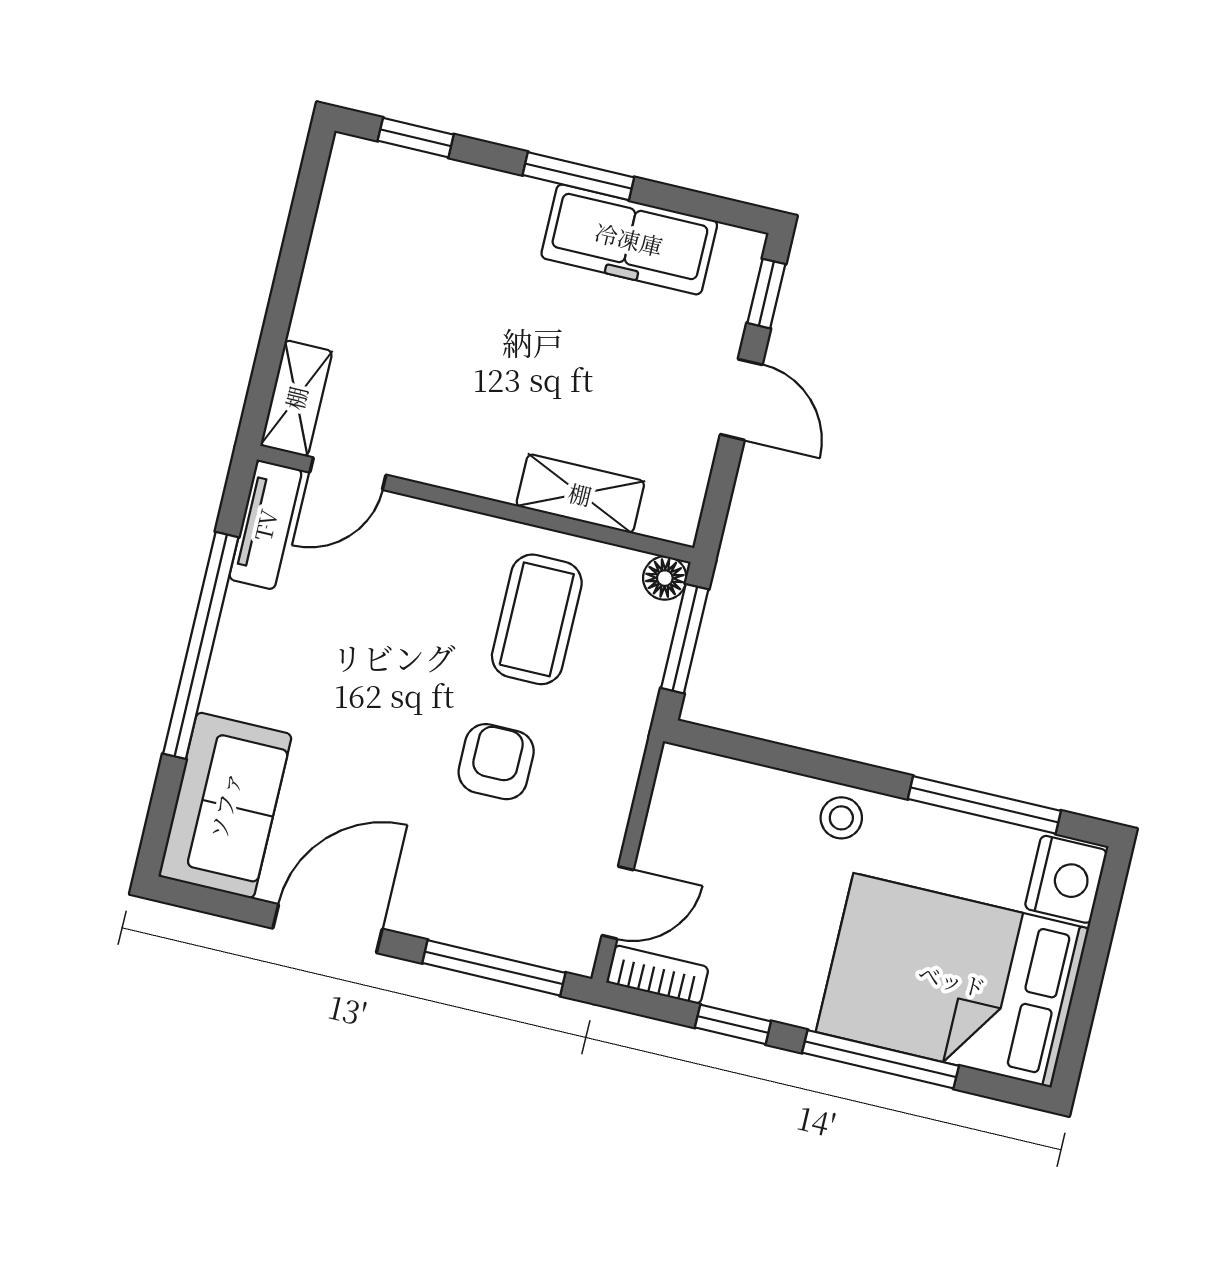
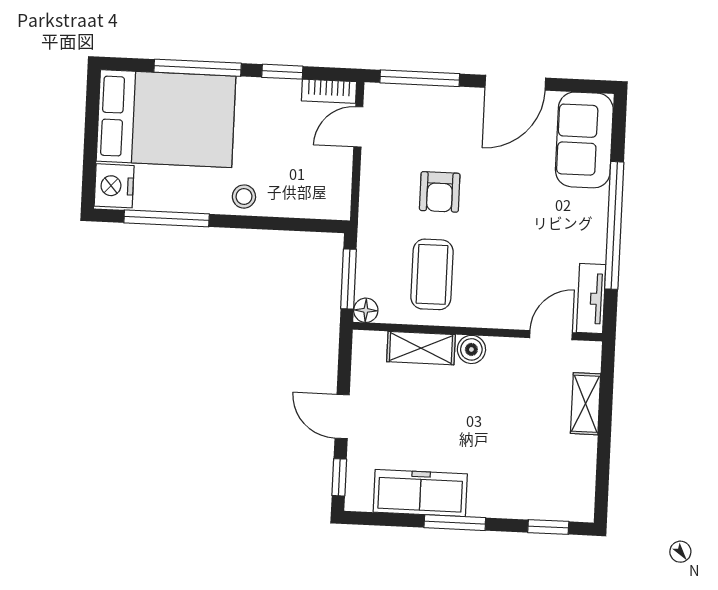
shelving: (296, 398) -> (586, 404), moved
boiler: (492, 475) -> (471, 349), added

